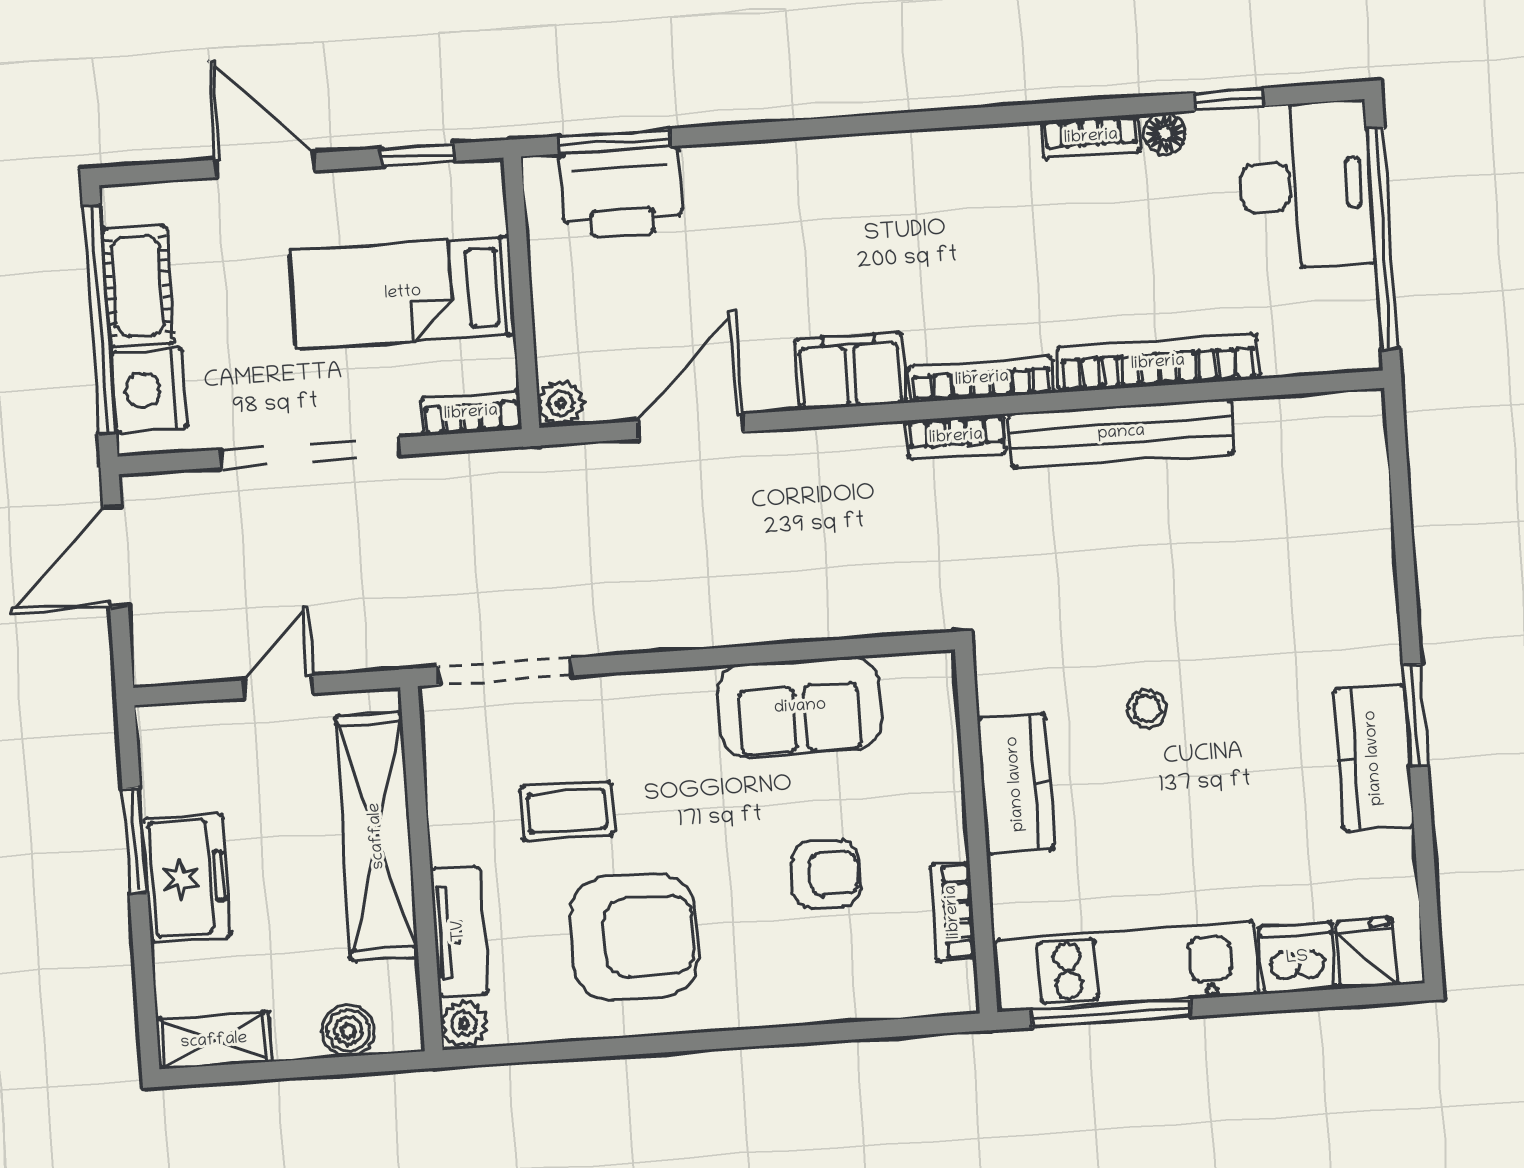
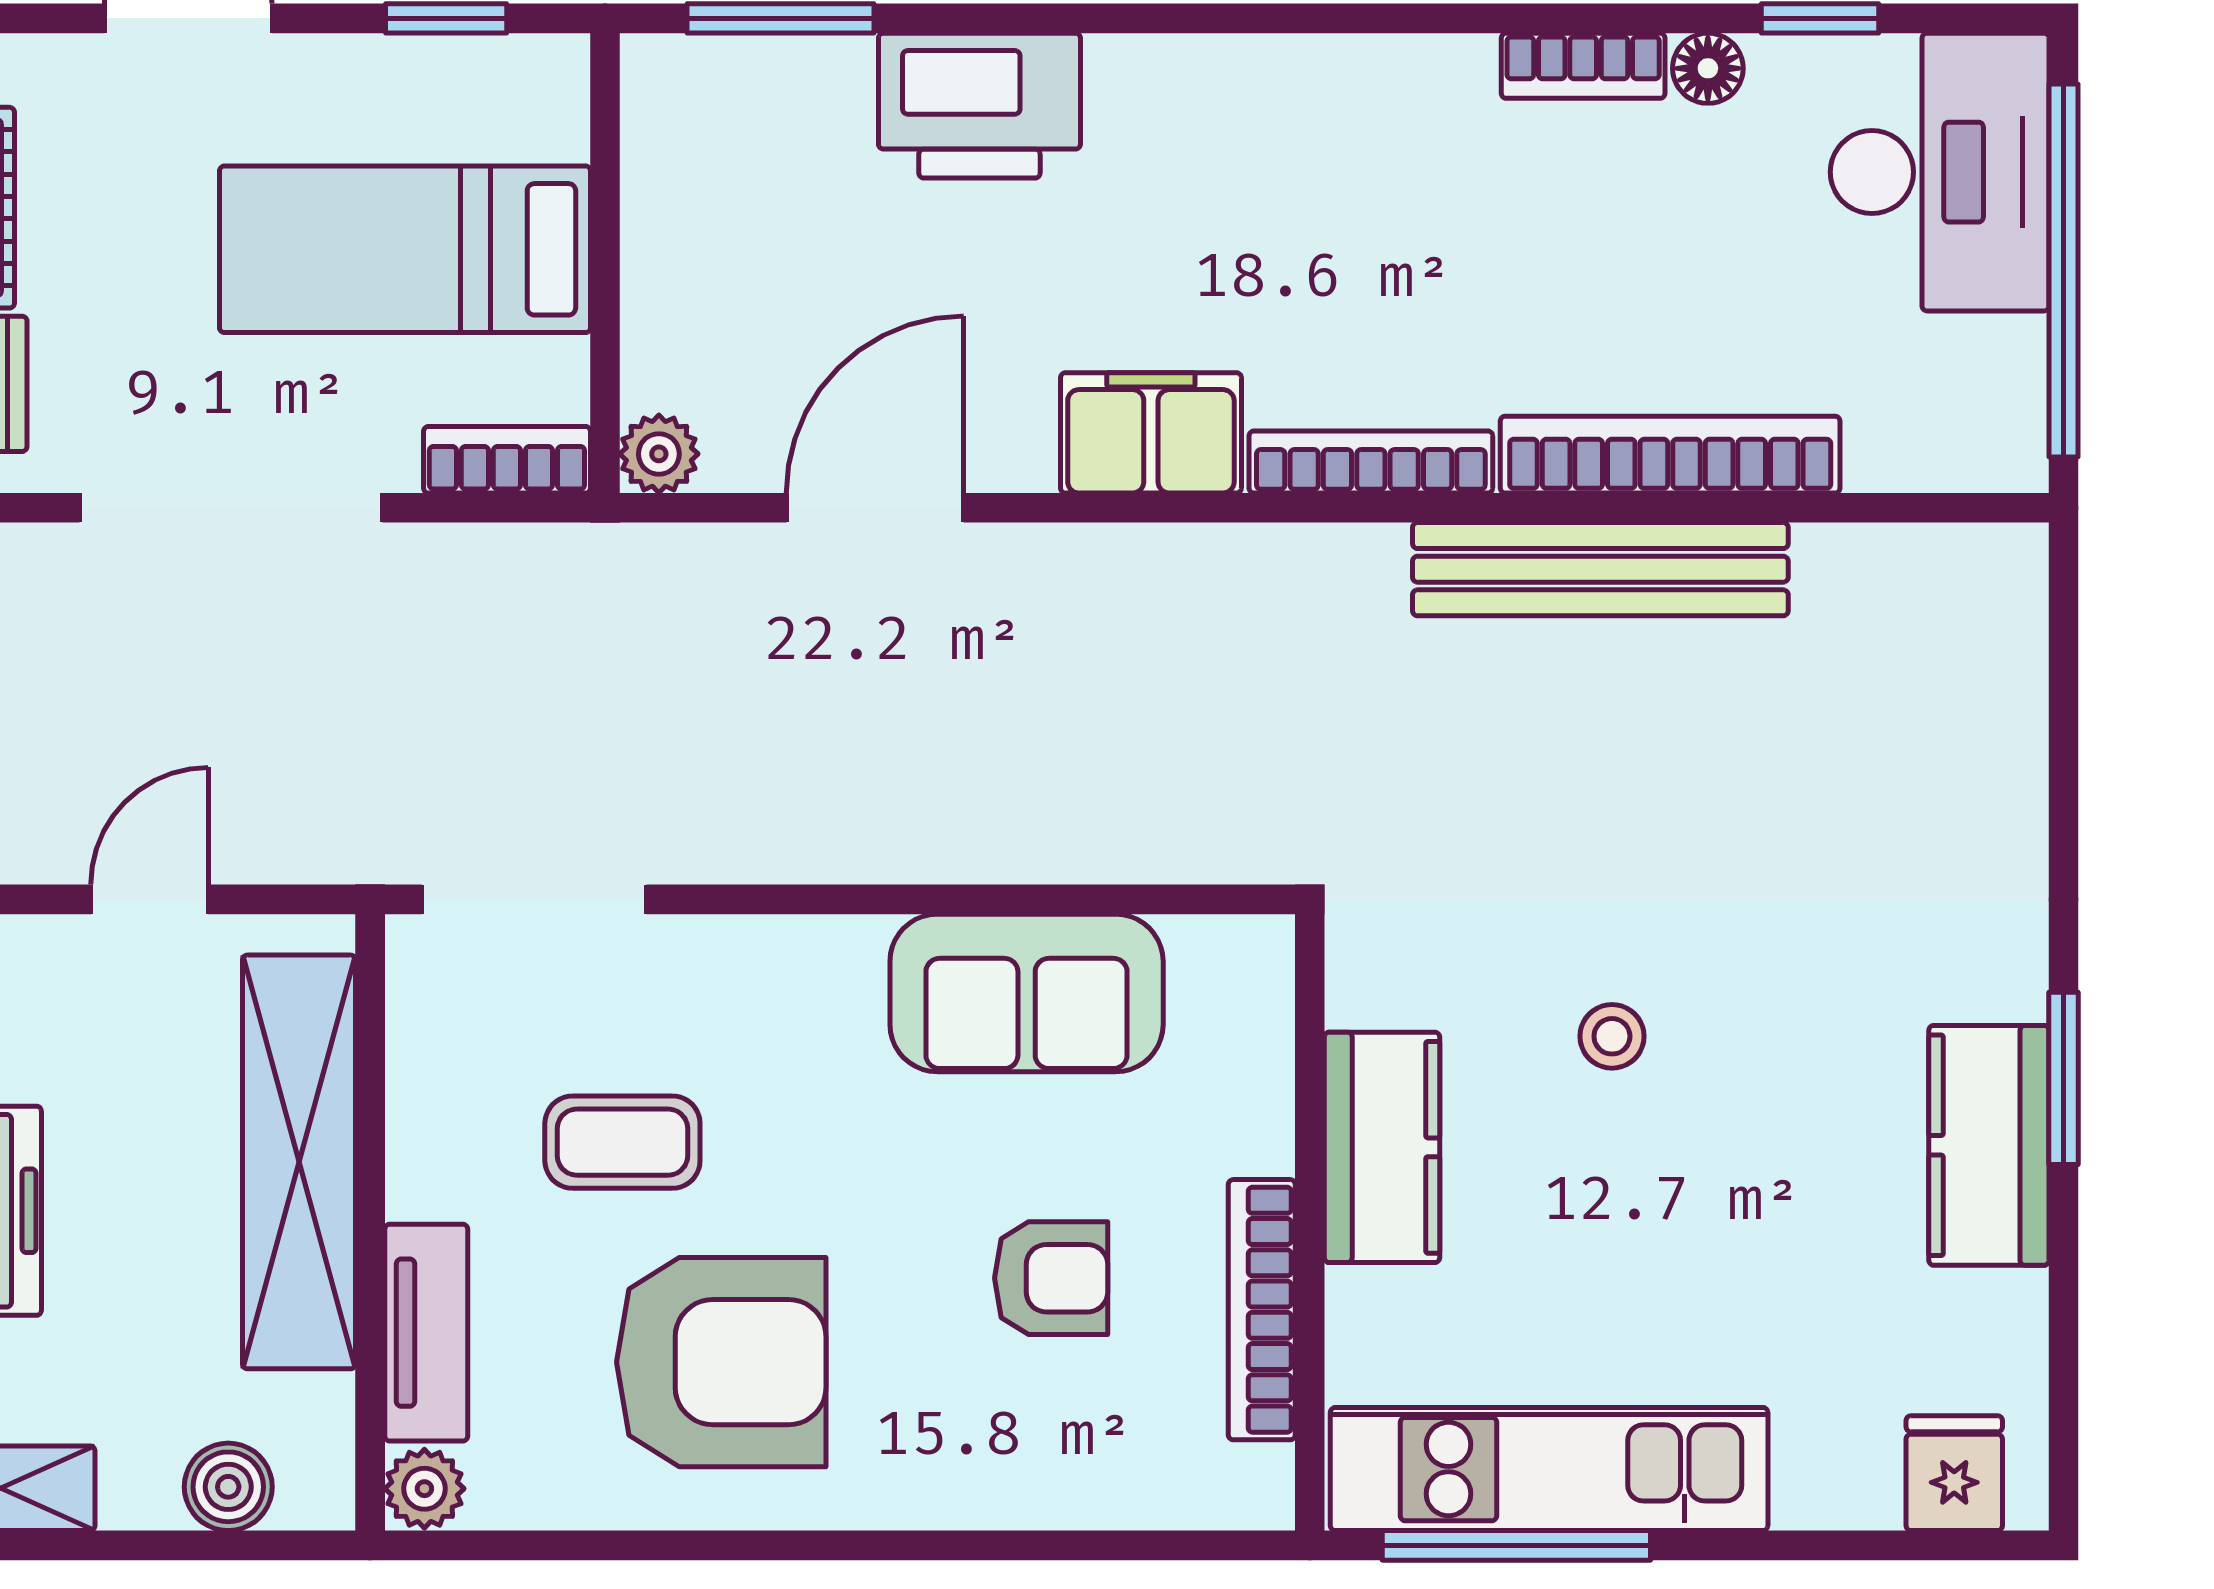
printer: (621, 193) -> (979, 106), moved
bookcase: (956, 437) -> (1322, 556), removed
bookcase: (953, 912) -> (1262, 1310), width x1.56
dishwasher: (1297, 958) -> (1837, 1473), removed

